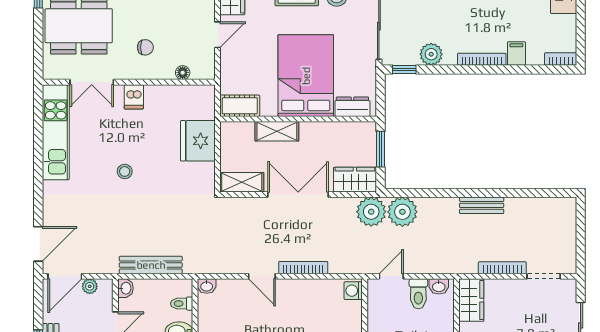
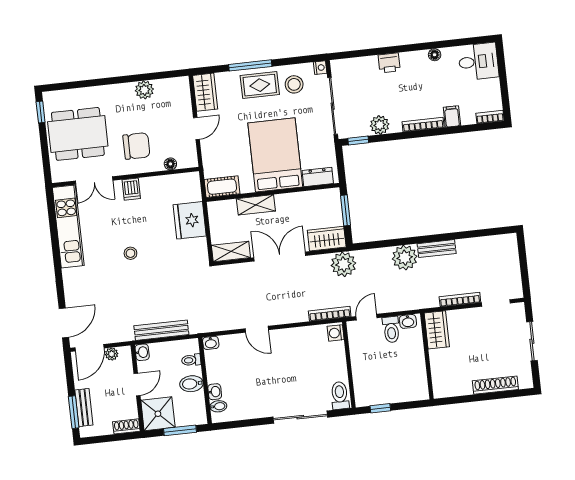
chair: (145, 47) -> (136, 146), width x1.87, depth x1.87
plant: (402, 212) -> (405, 258), moved
bookcase: (303, 268) -> (330, 314), moved

